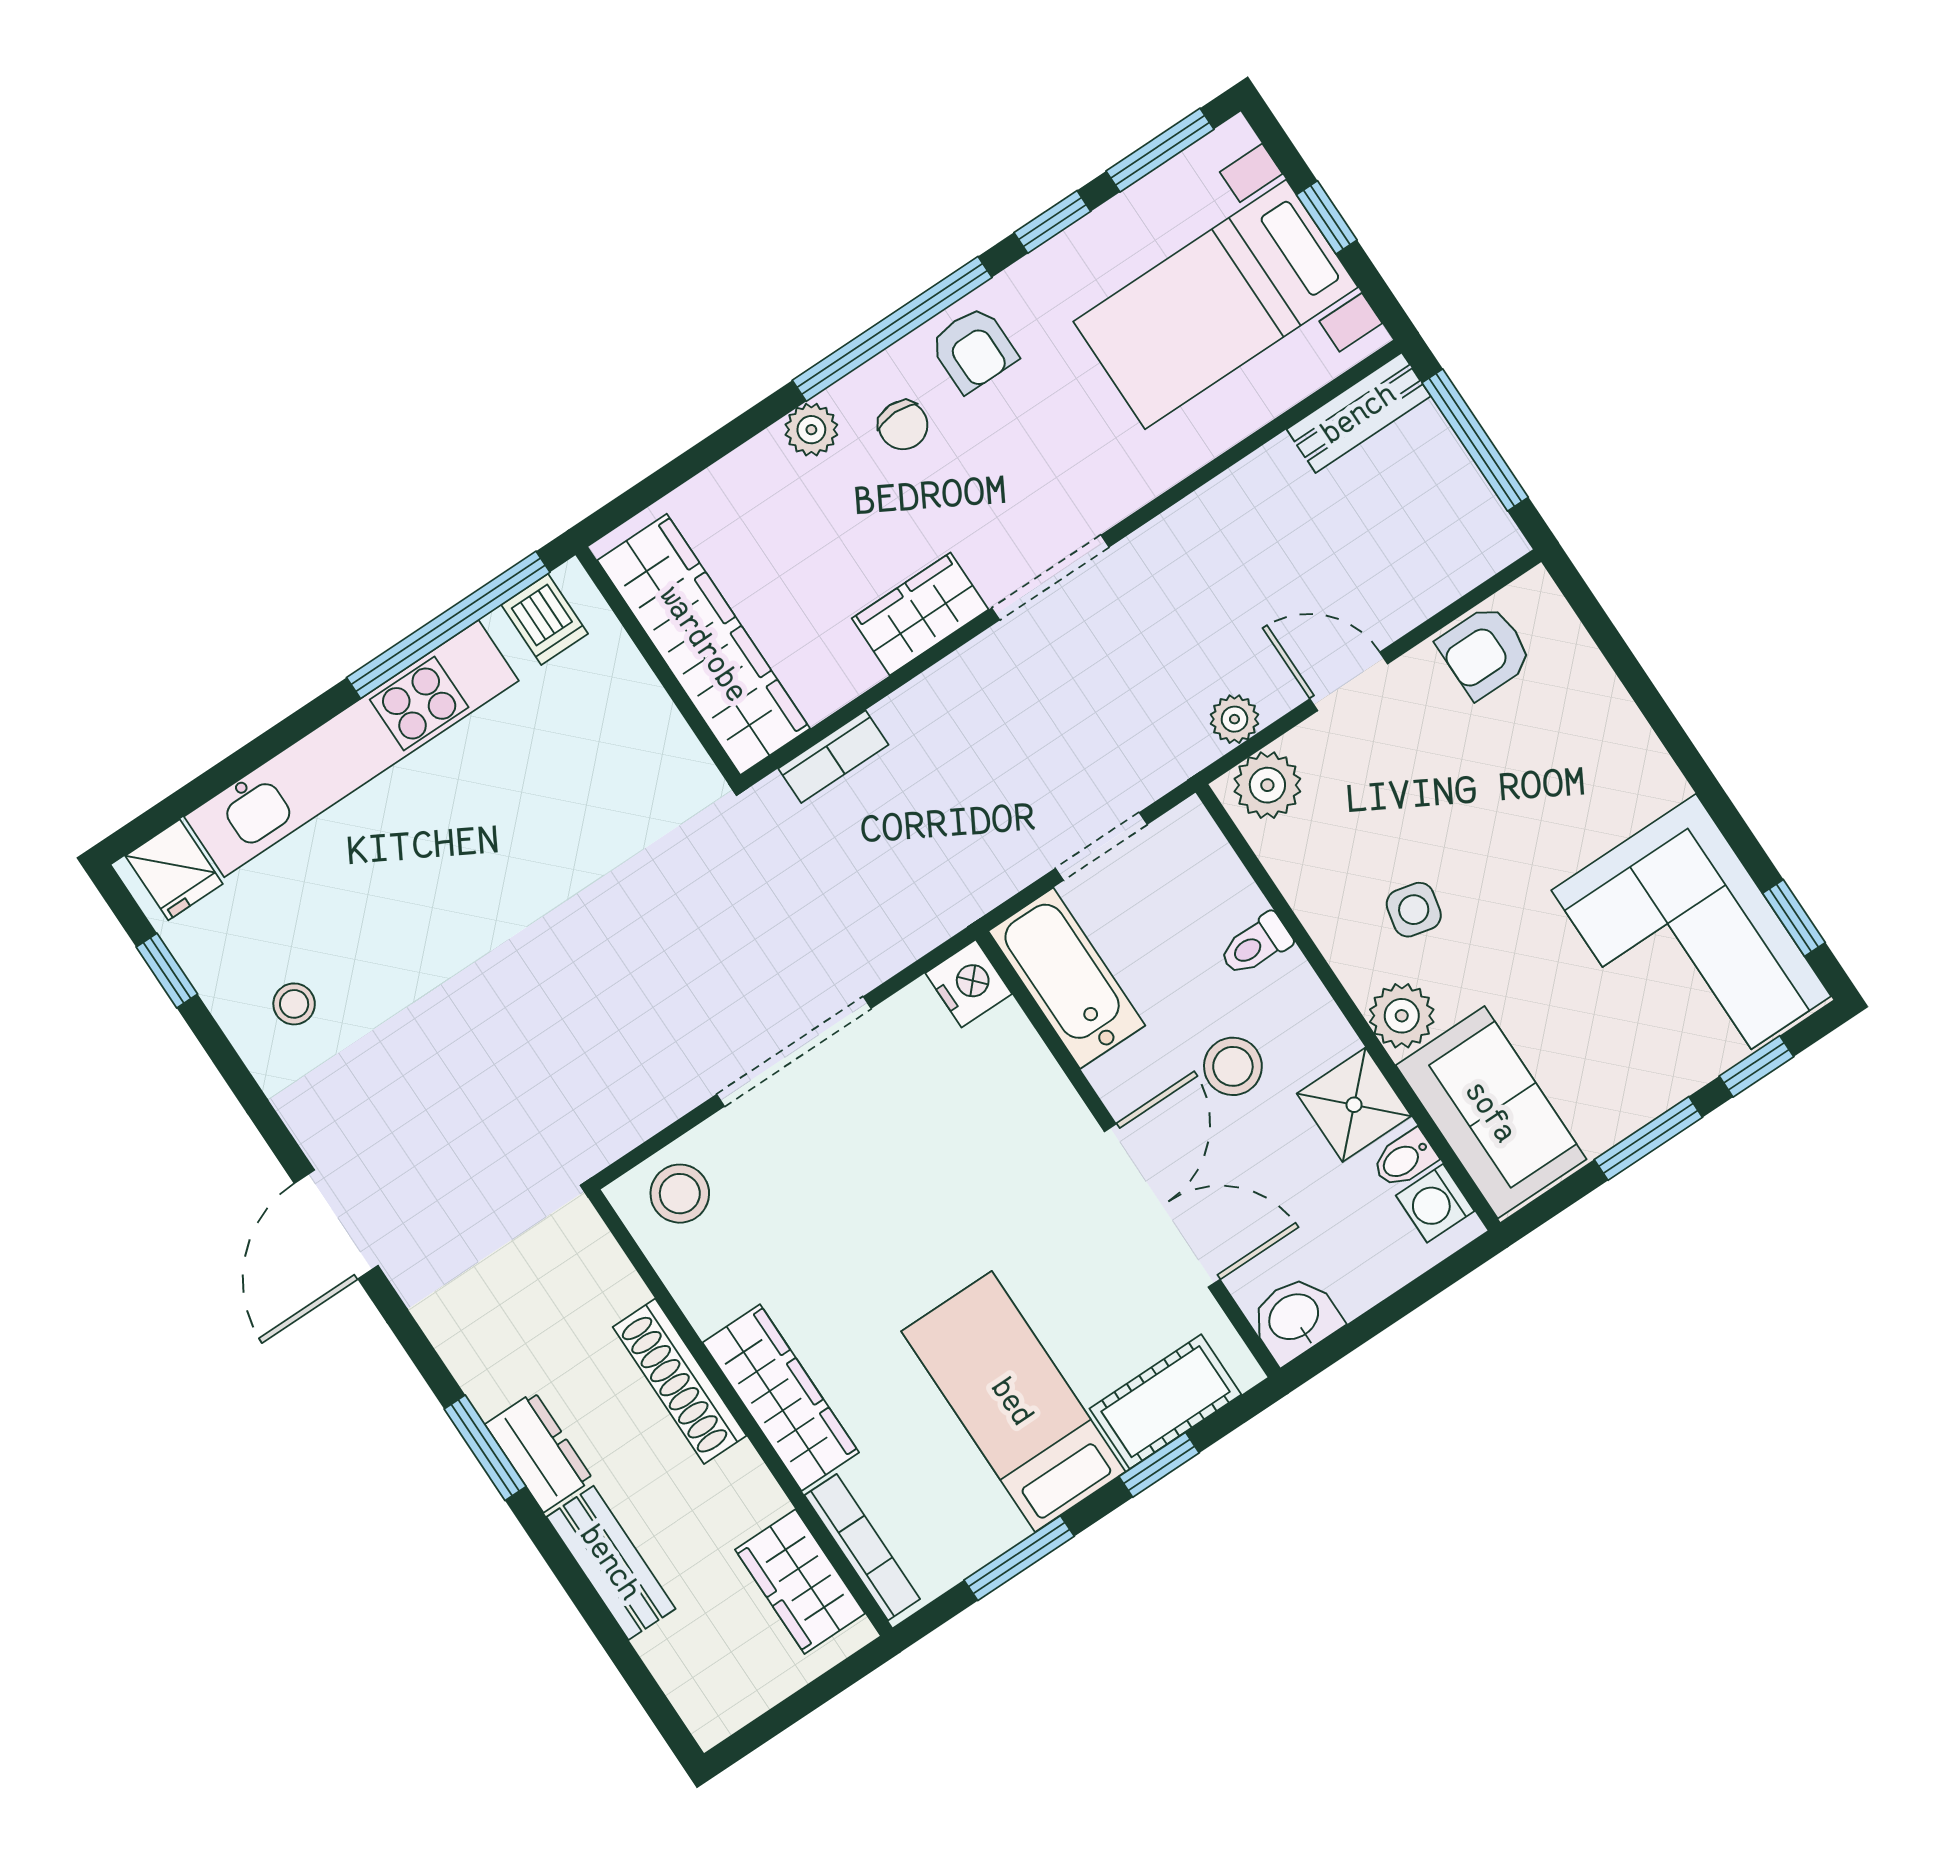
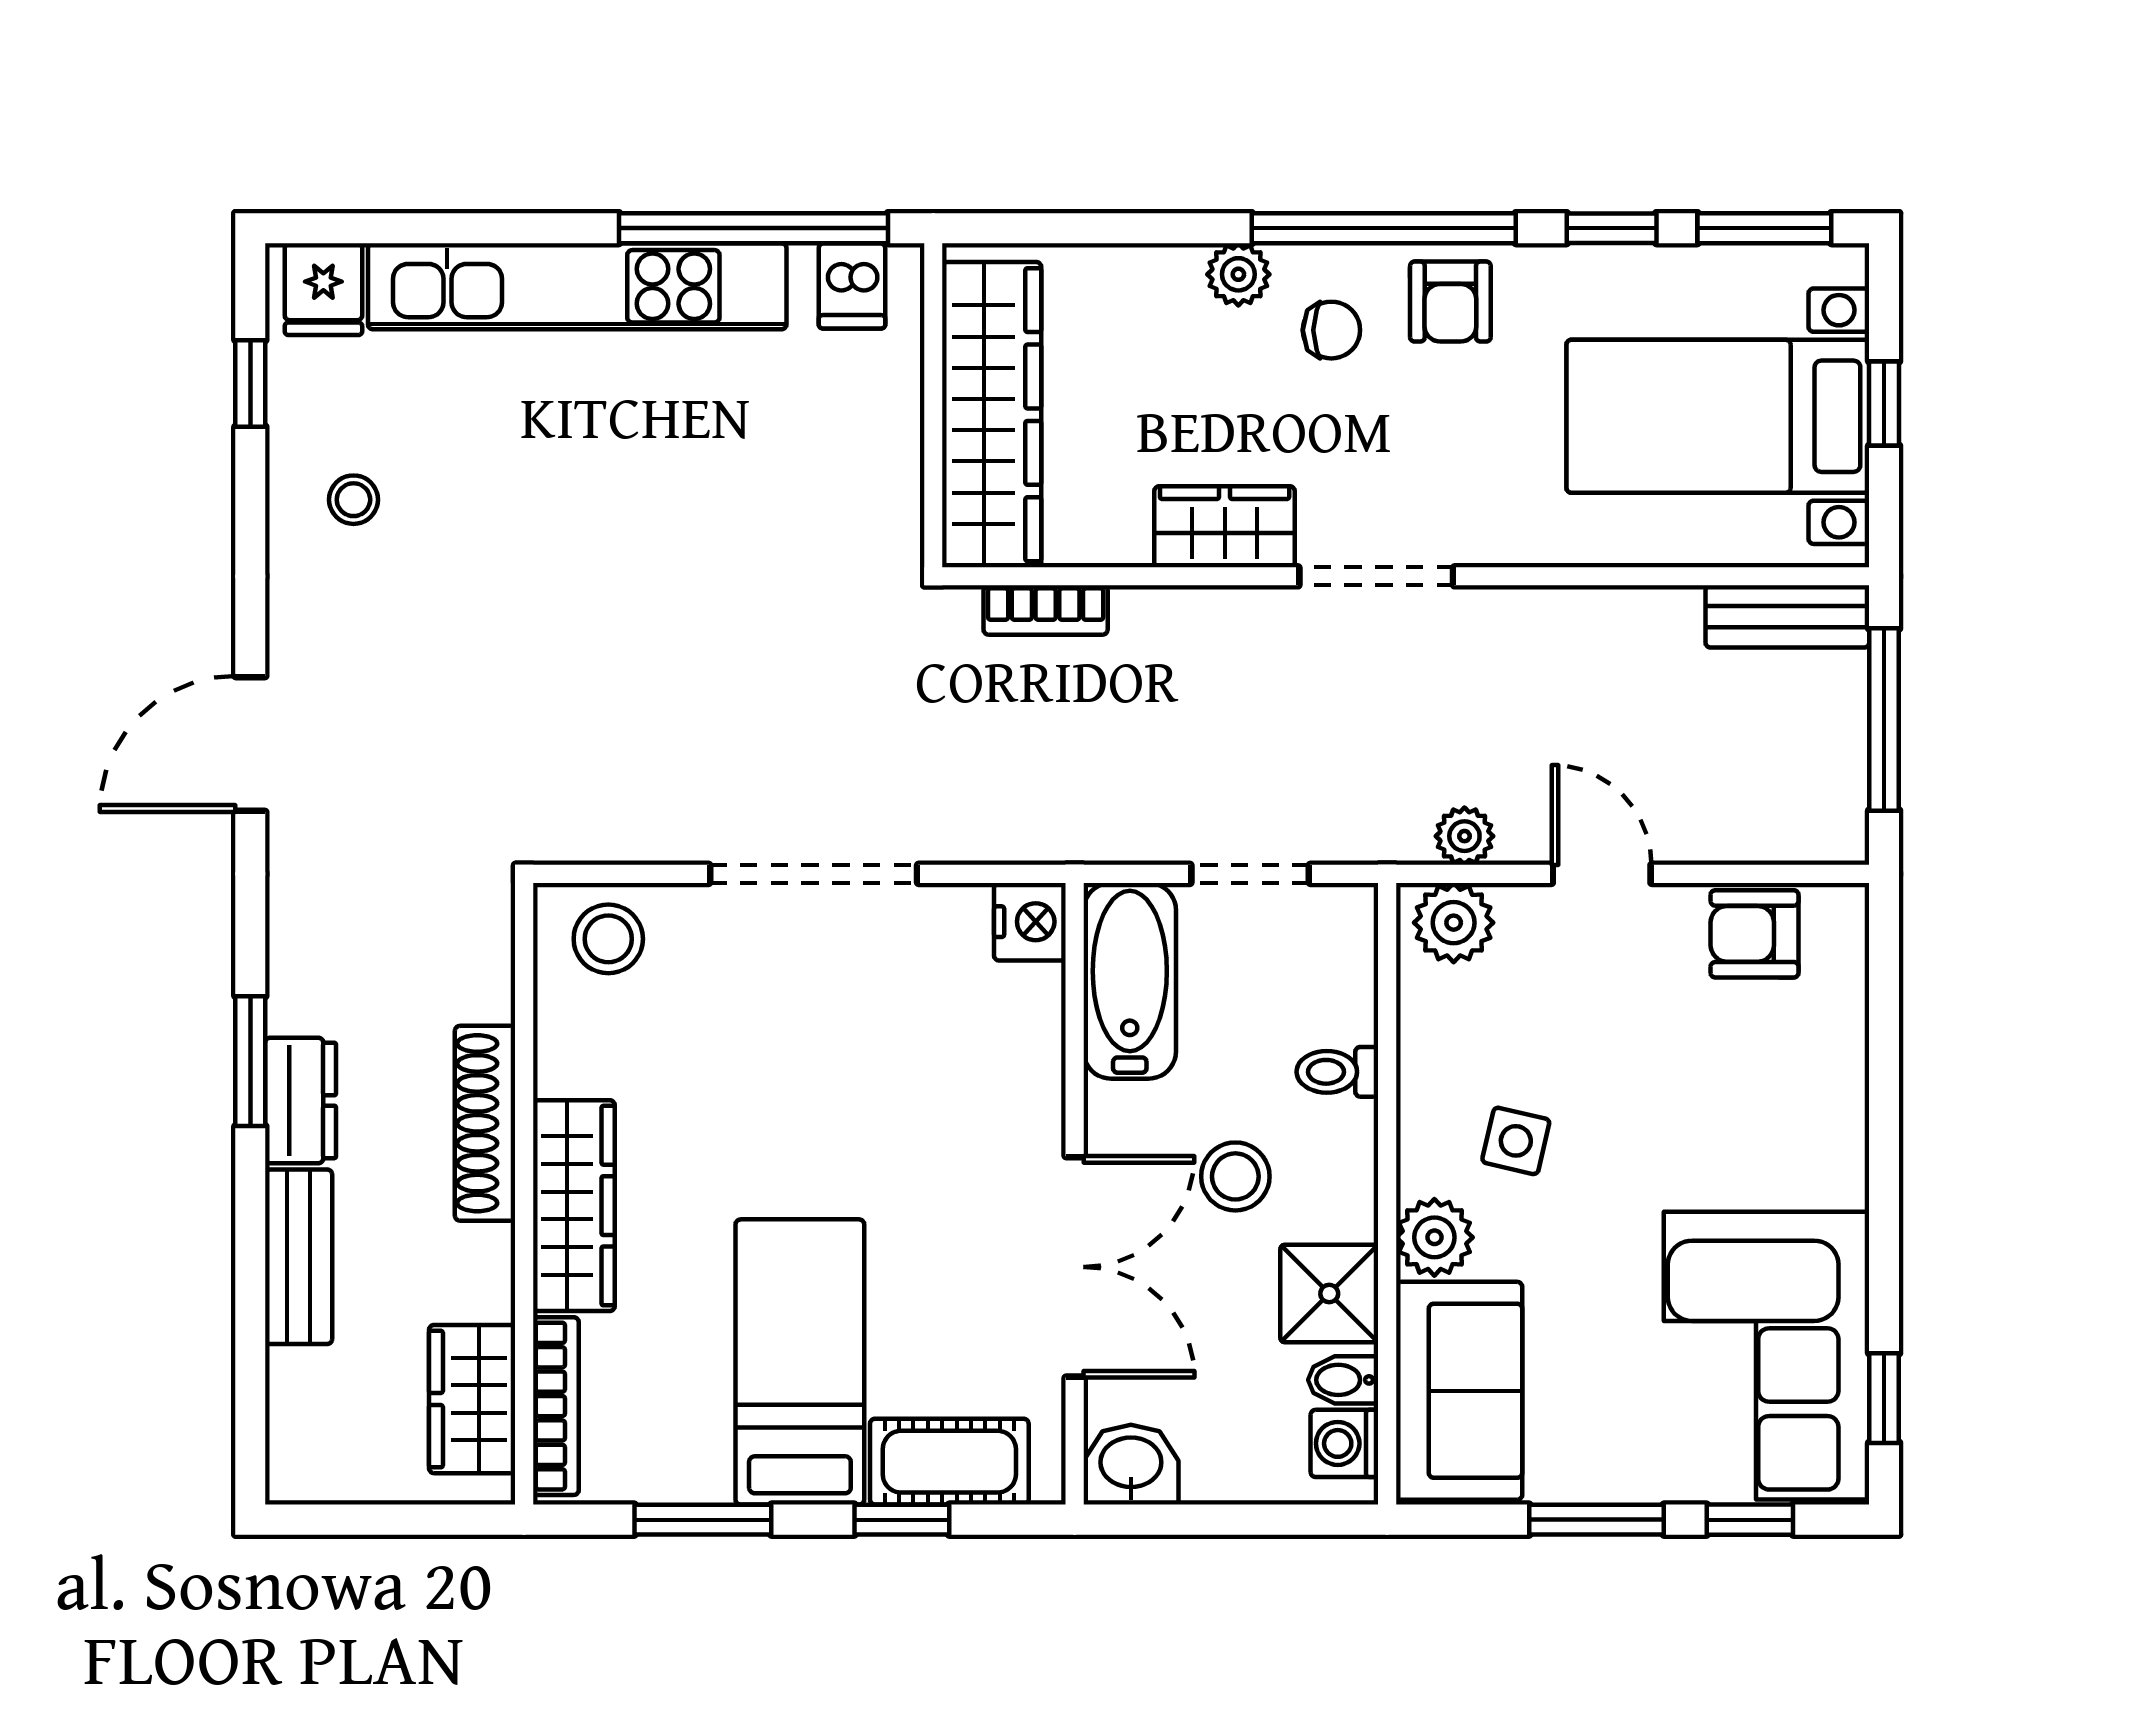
chair: (903, 425) -> (1331, 330), turned -90

